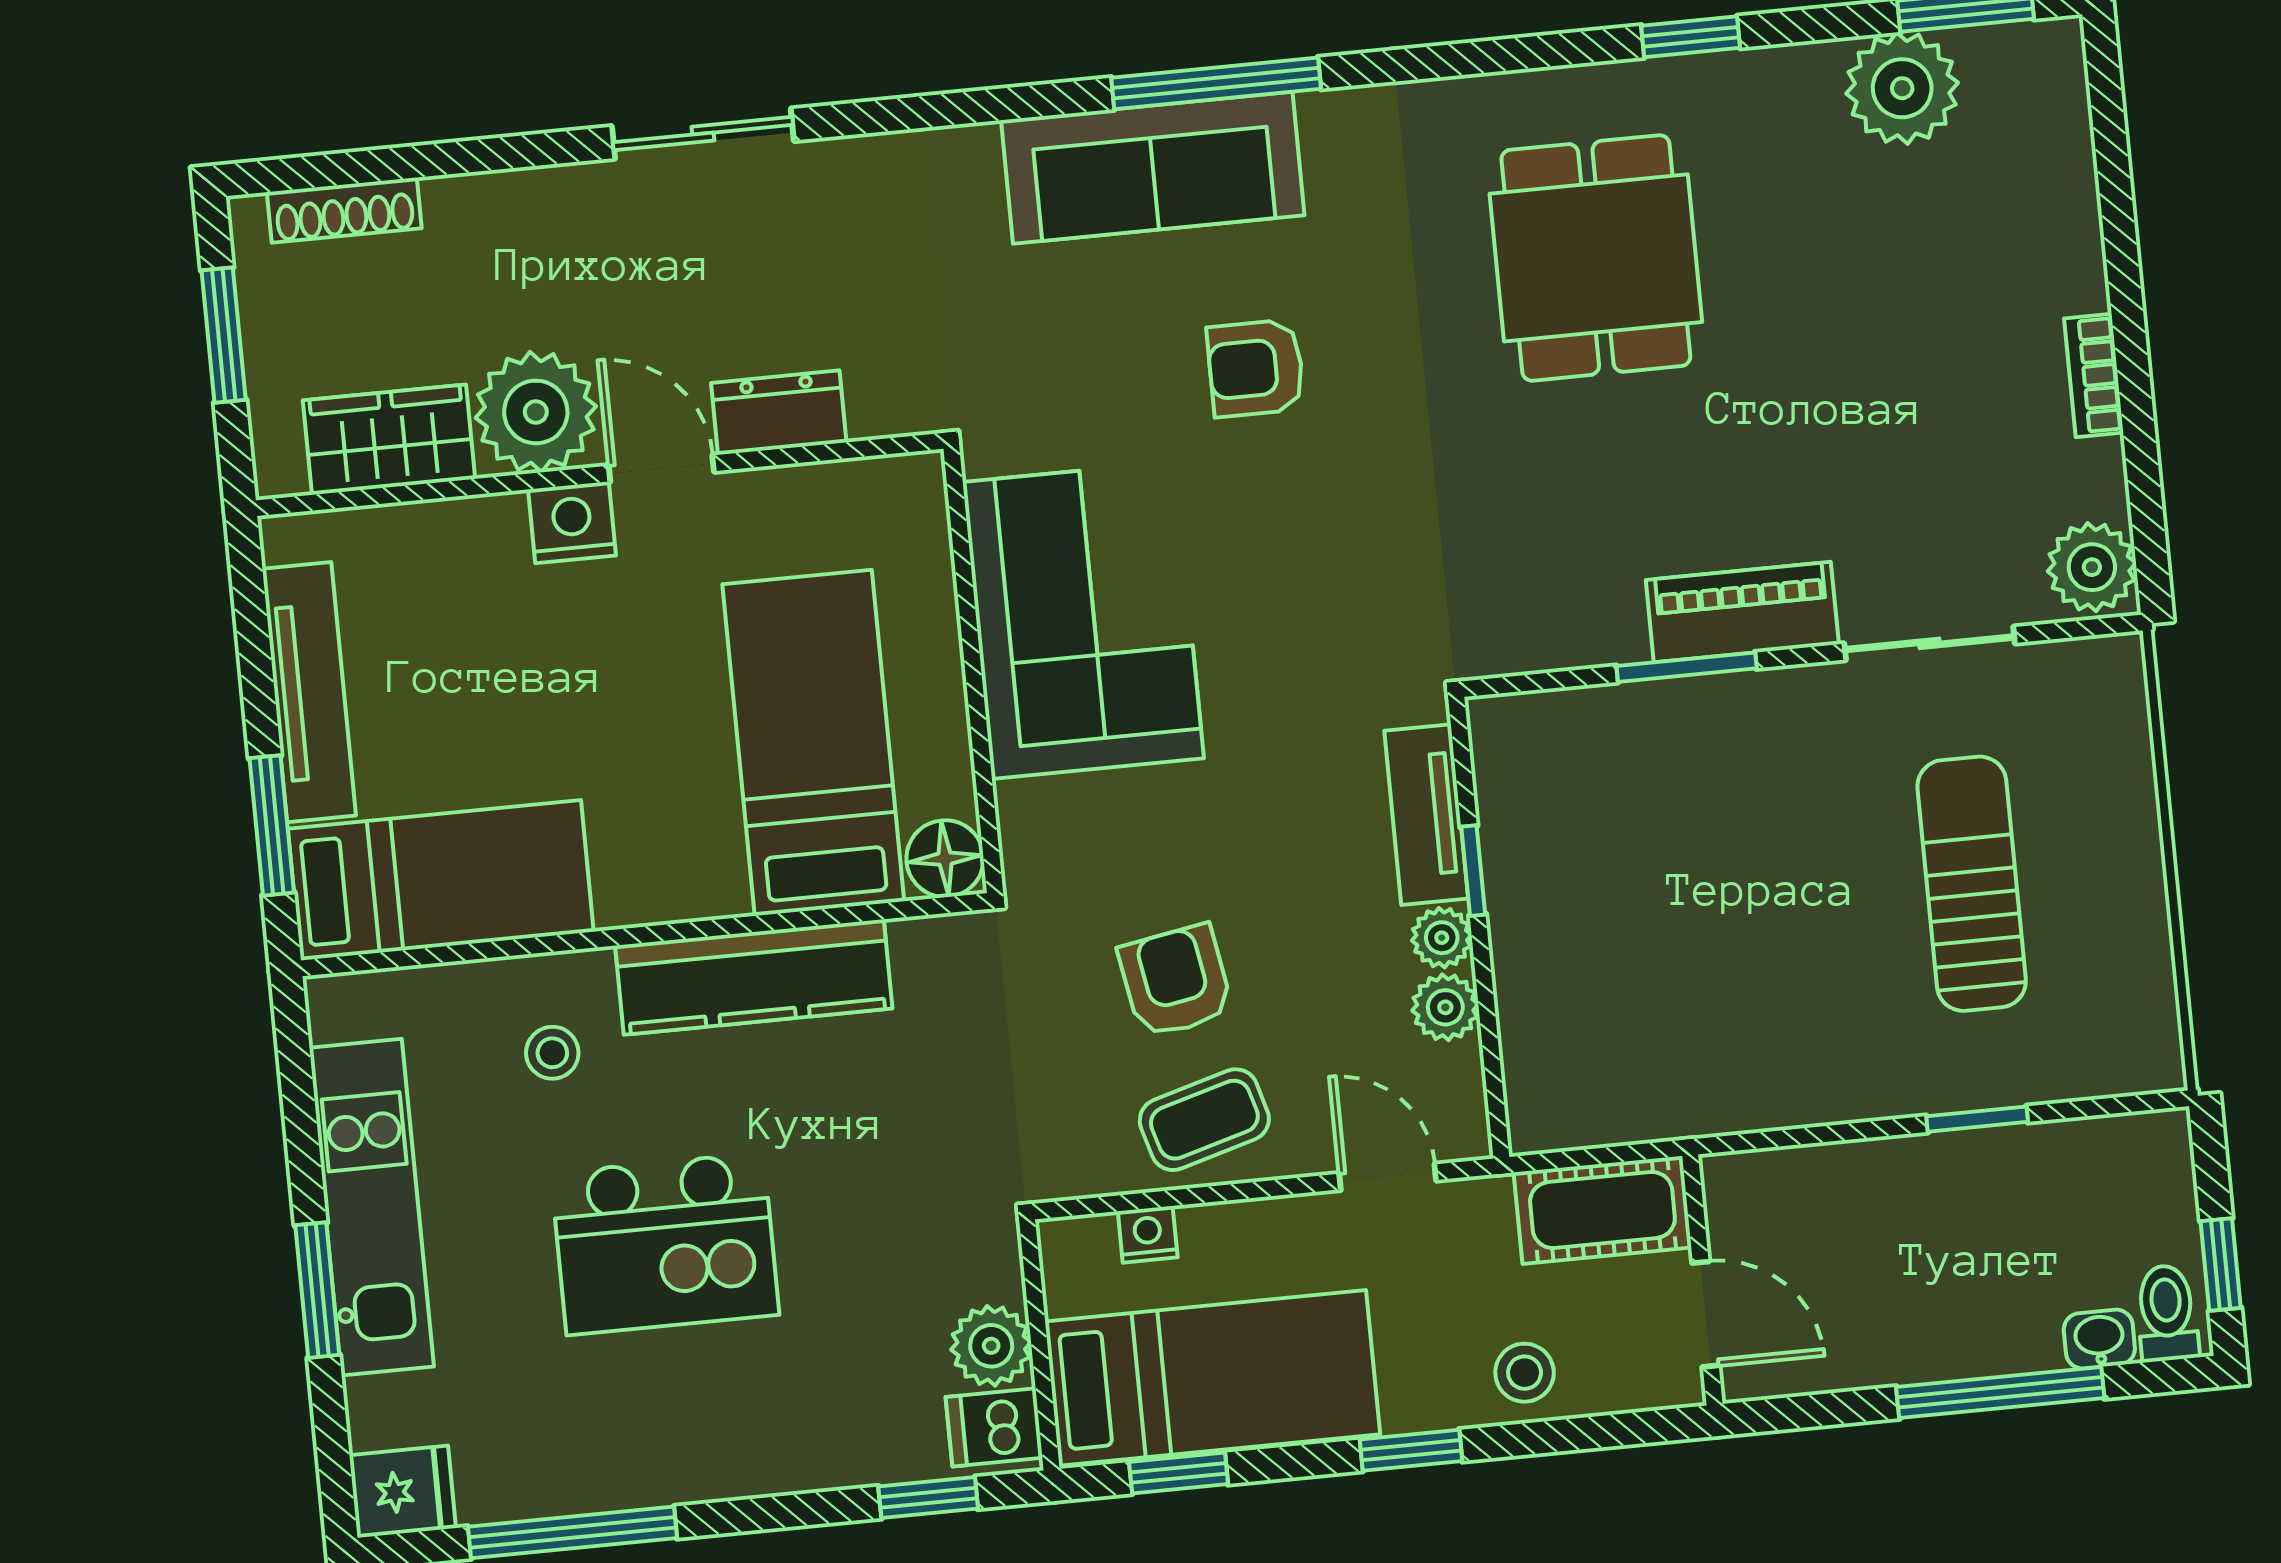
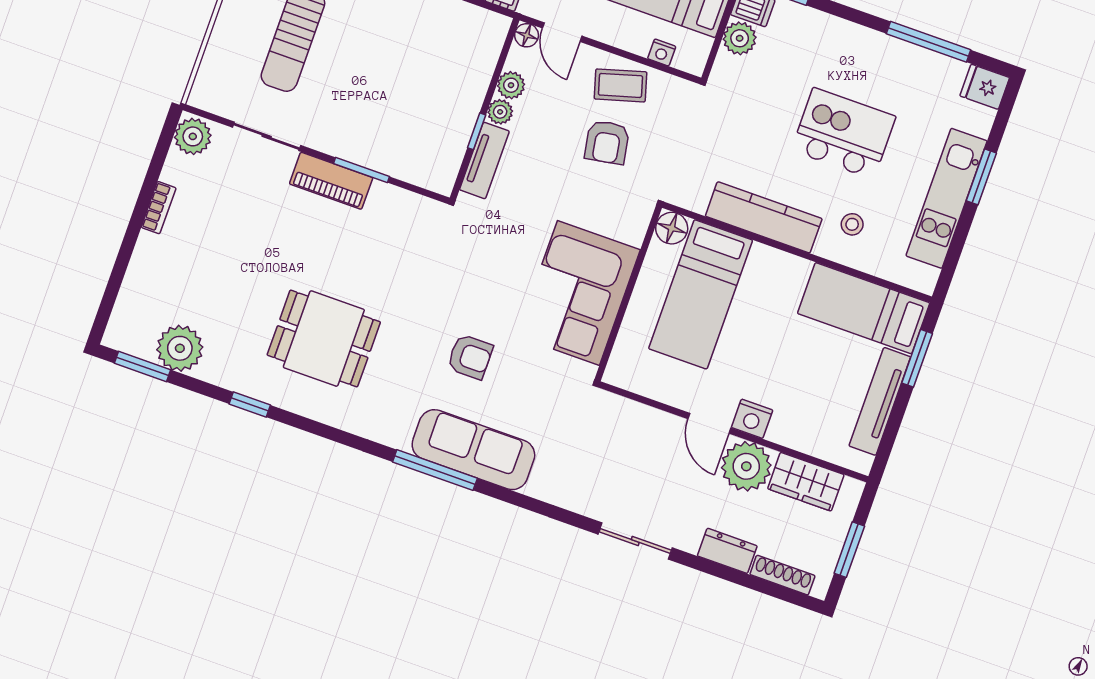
dining table: (1596, 258) -> (324, 339), turned 90
dresser: (779, 413) -> (727, 551), moved, turned 180
floor lamp: (1462, 1133) -> (527, 35), added

